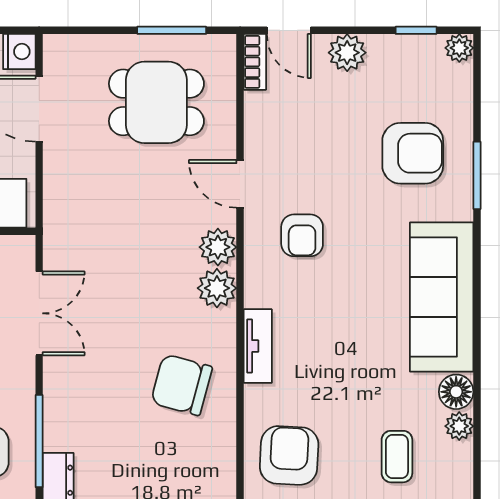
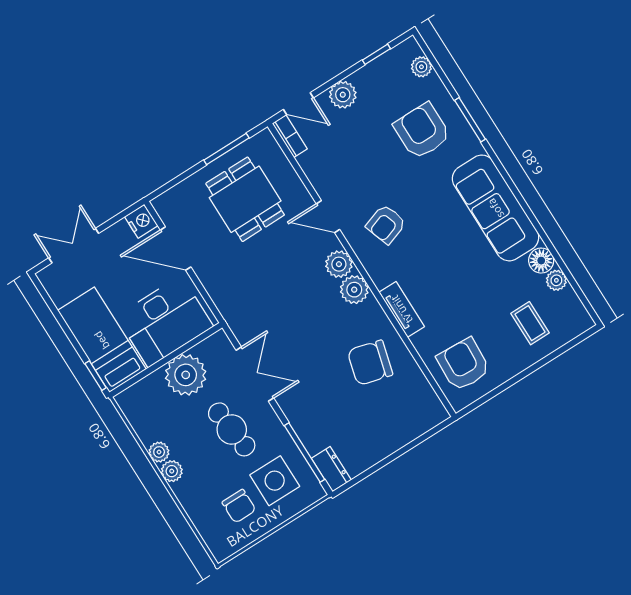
plant: (459, 48) -> (421, 67), moved
dining table: (156, 102) -> (245, 199), turned 90
armchair: (413, 153) -> (422, 131), turned -90
armchair: (302, 235) -> (386, 224), turned 71

